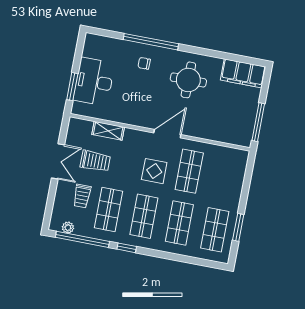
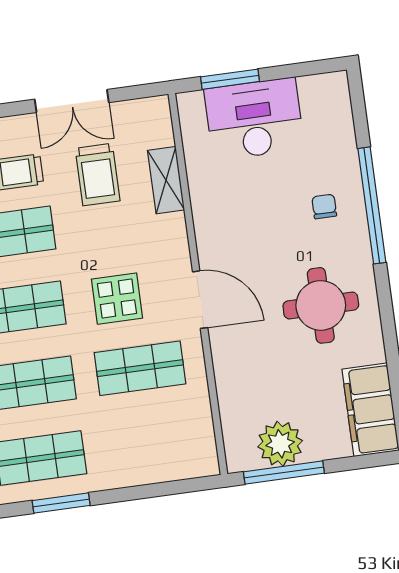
plant: (245, 119) -> (280, 444), added

